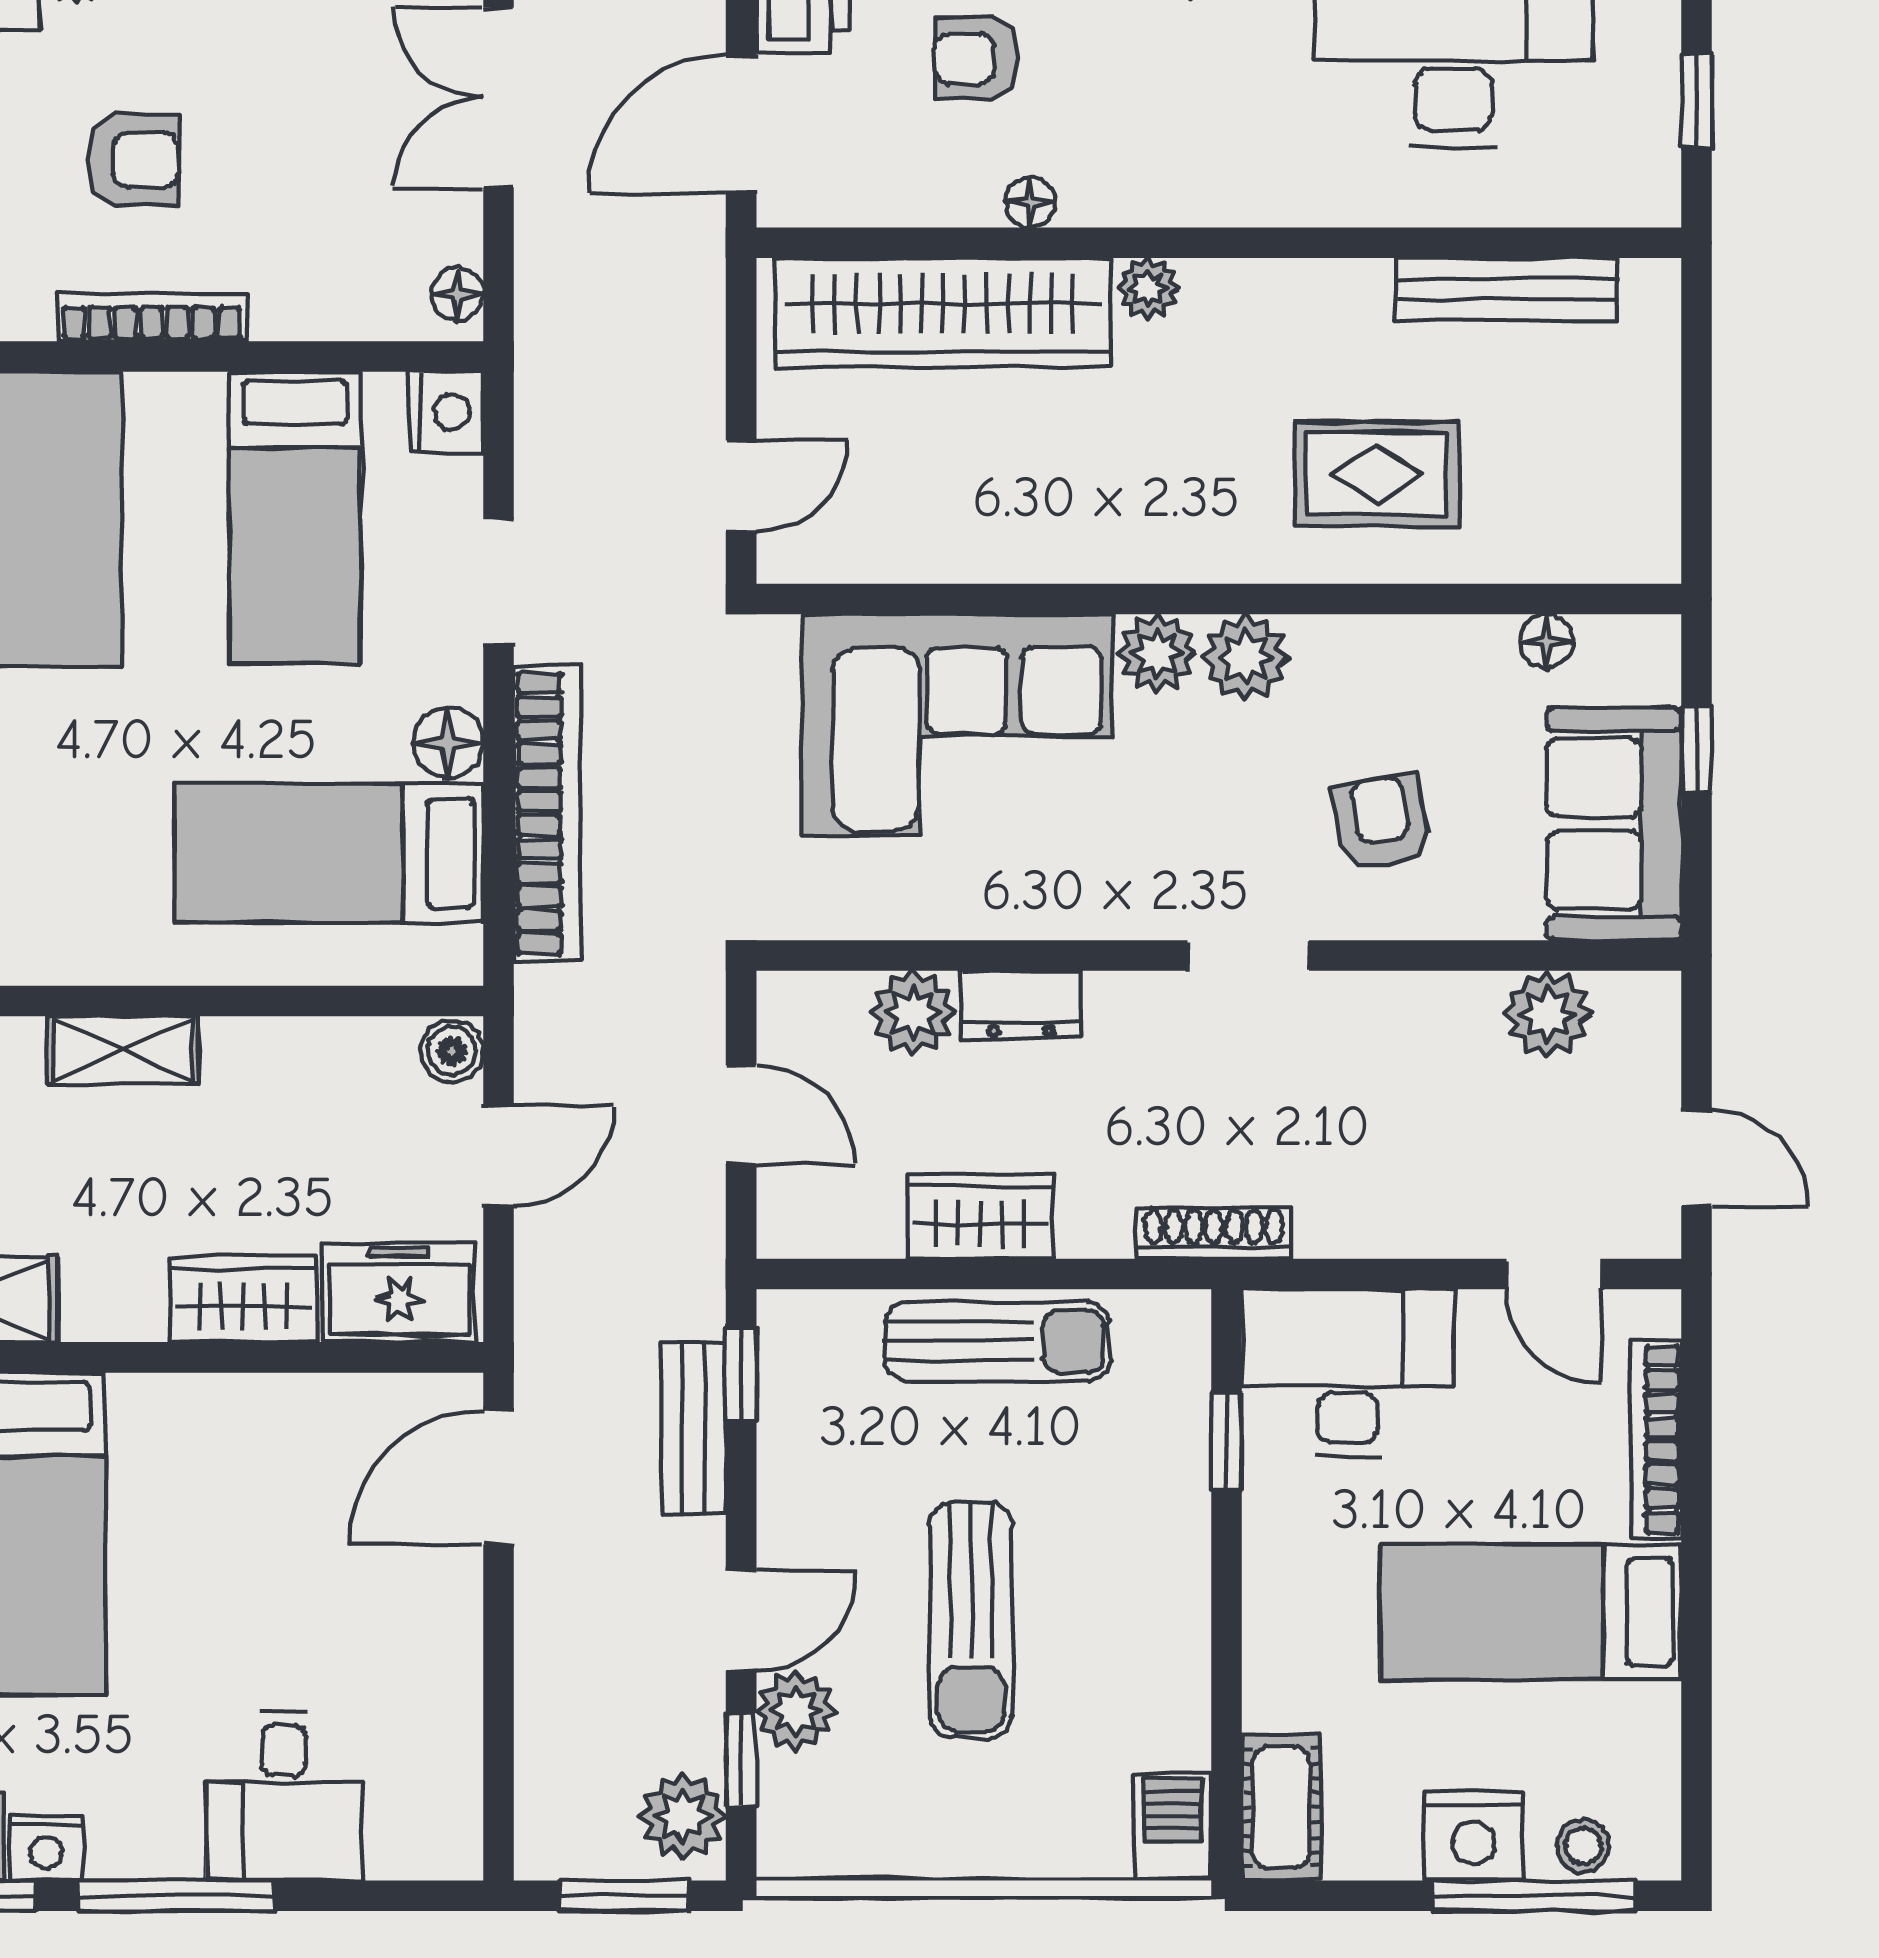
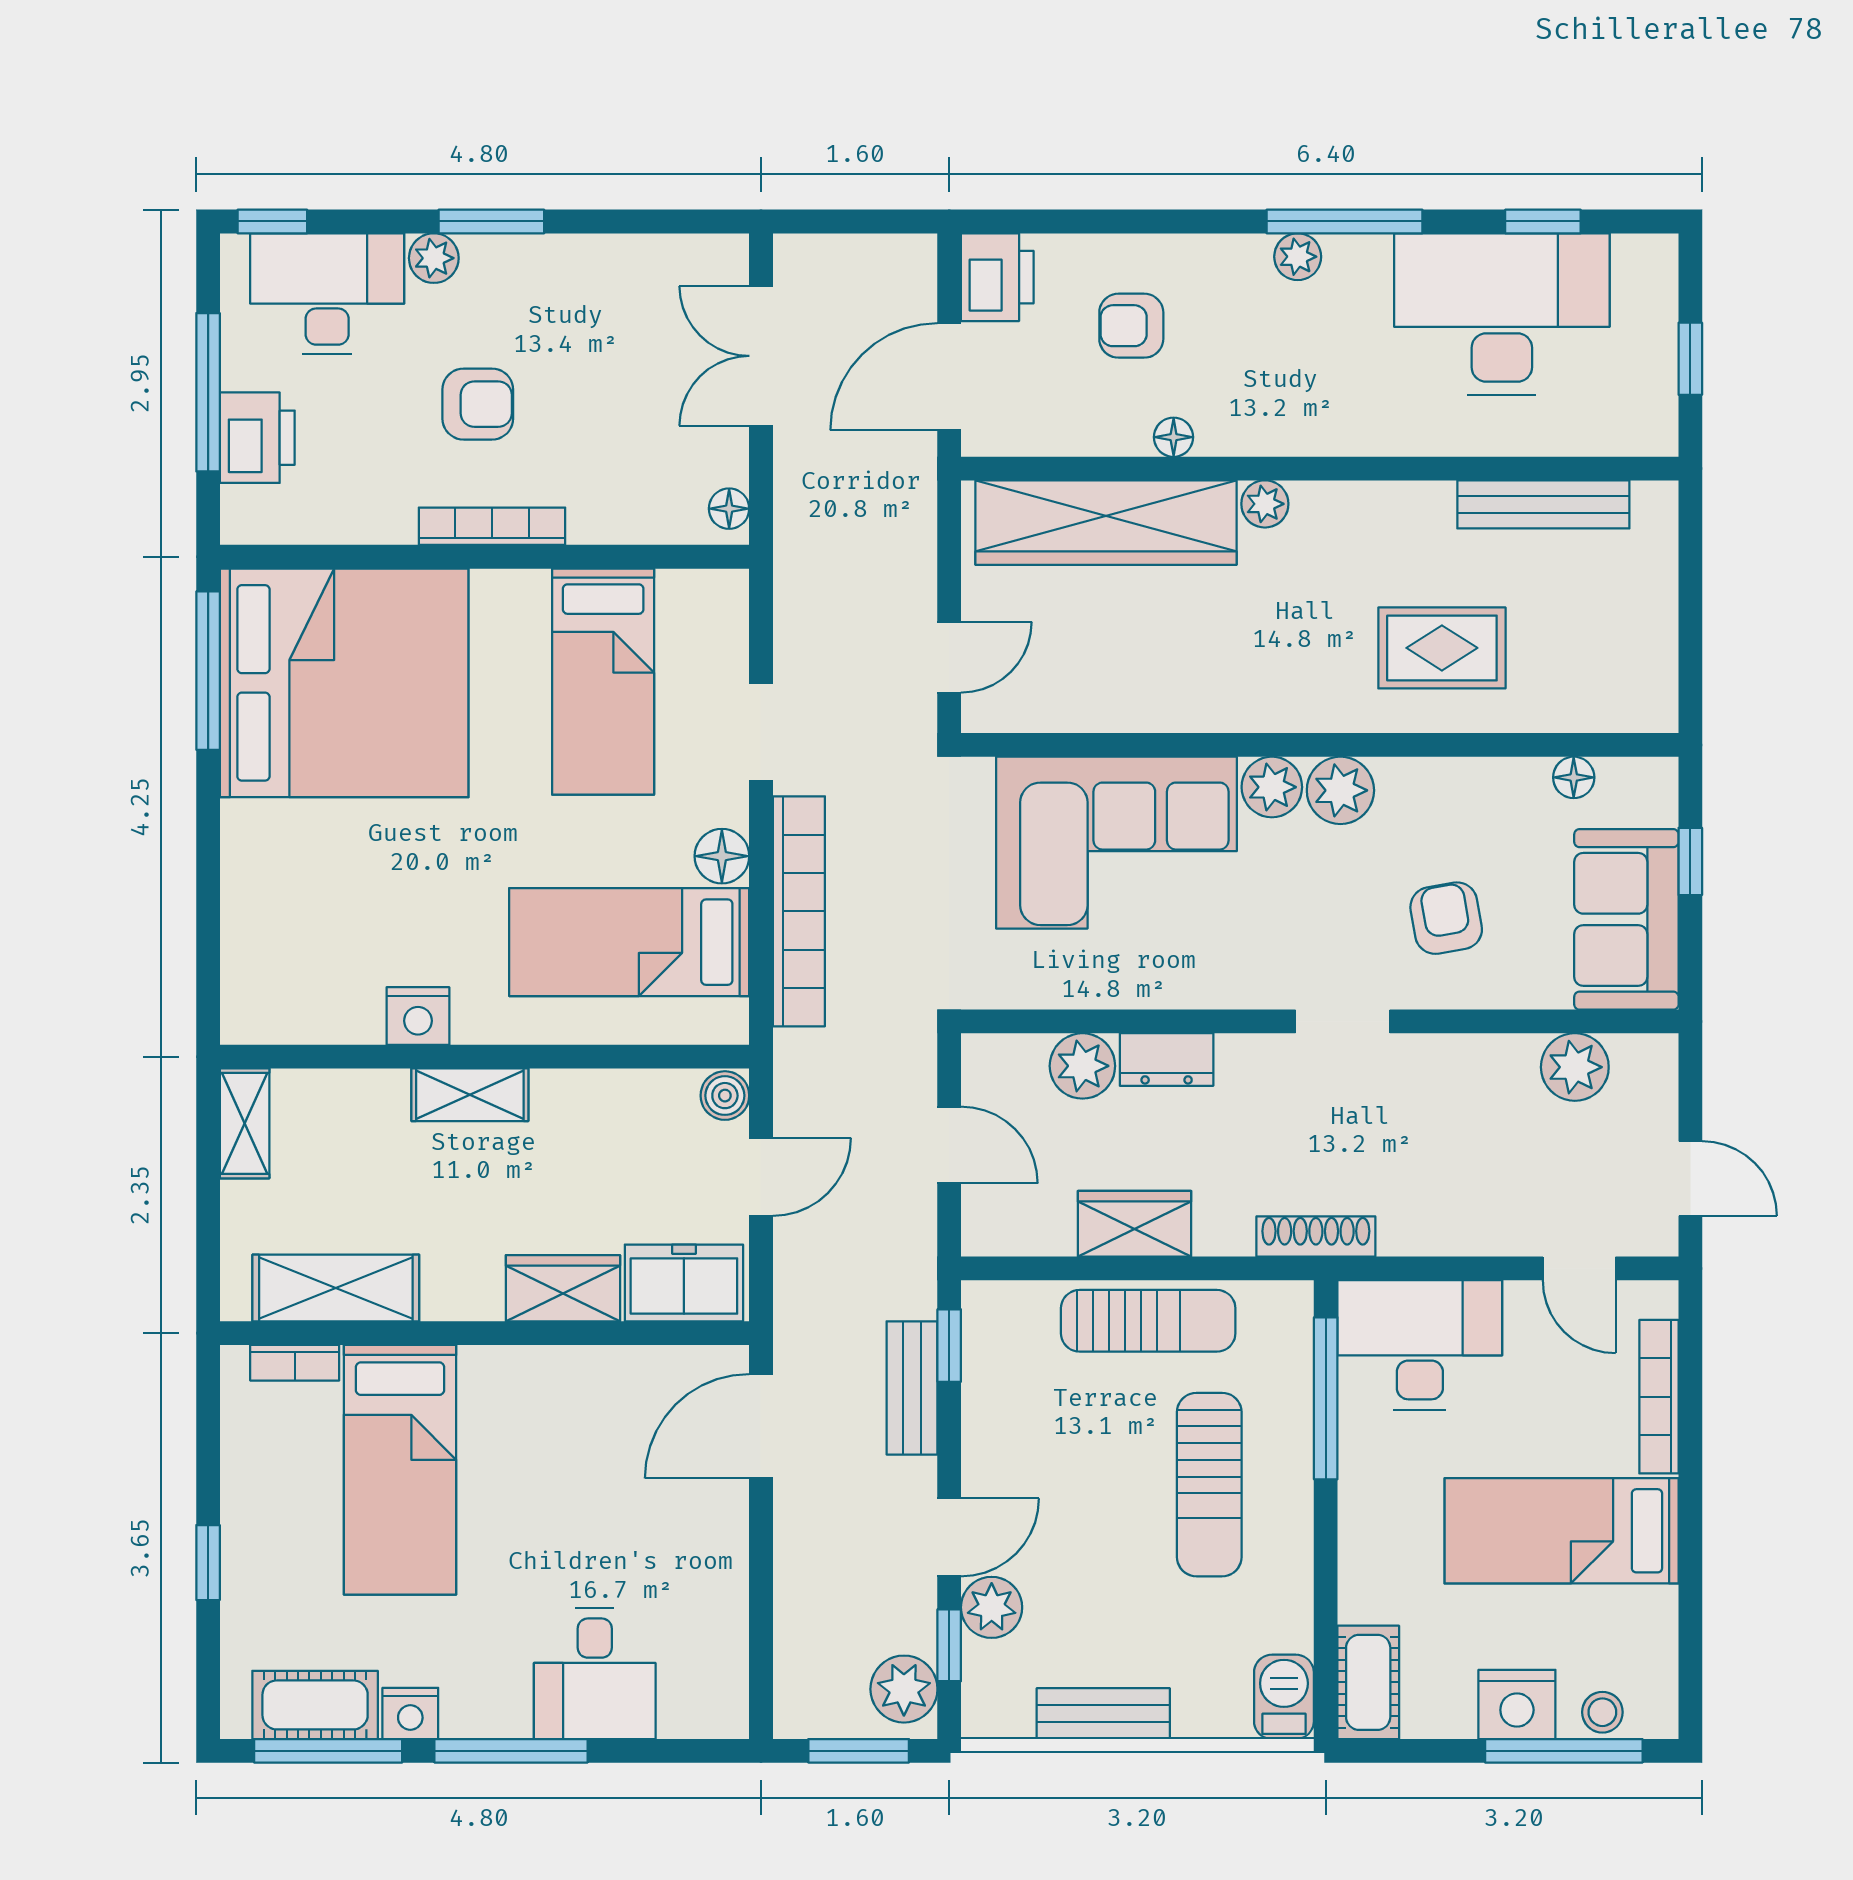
nightstand: (446, 412) -> (418, 1016), moved, turned 90
window: (1226, 1441) -> (1326, 1398), width x2.17
sun lounger: (971, 1620) -> (1209, 1485), moved
bench: (940, 1848) -> (1103, 1714), added

